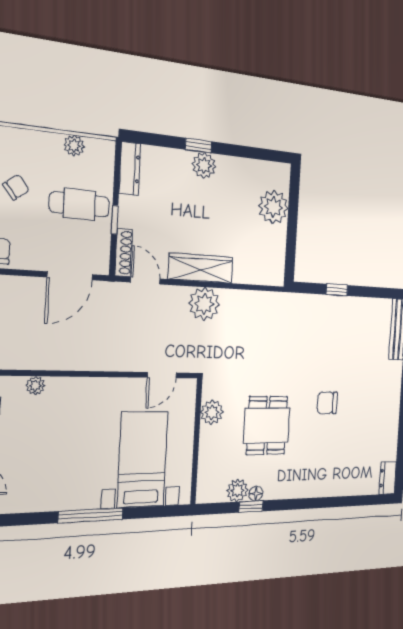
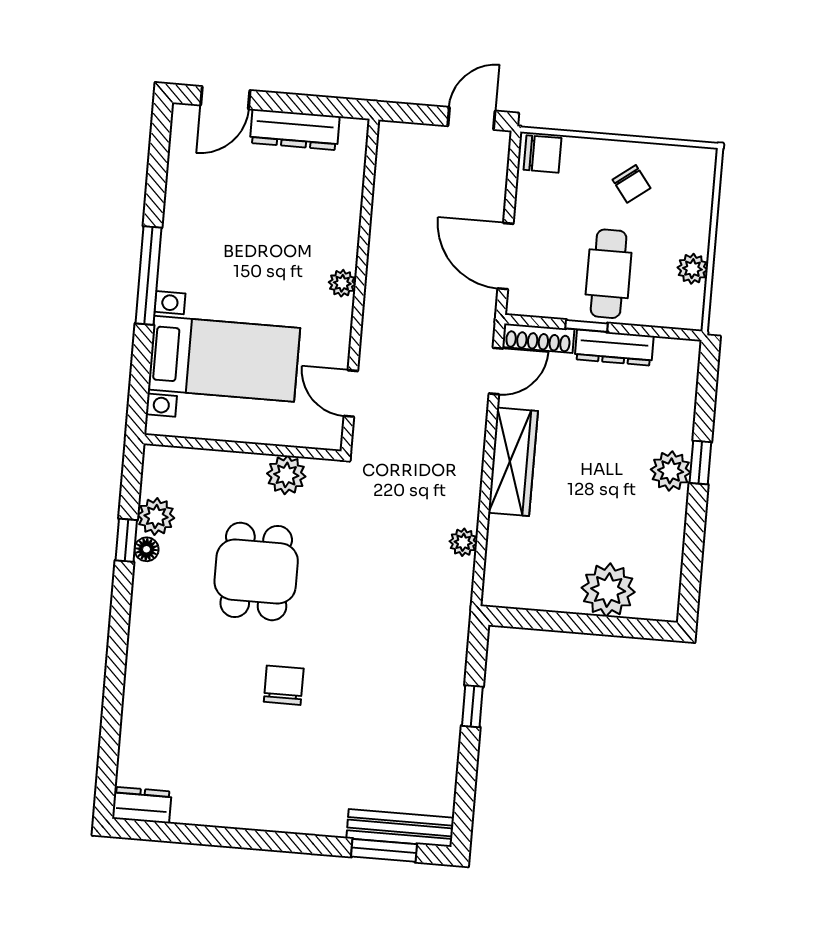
dresser: (130, 169) -> (614, 348), moved
plant: (204, 304) -> (463, 542), moved, width x0.53, depth x0.53
plant: (35, 386) -> (342, 283), moved
dining table: (267, 425) -> (256, 571), turned 90

